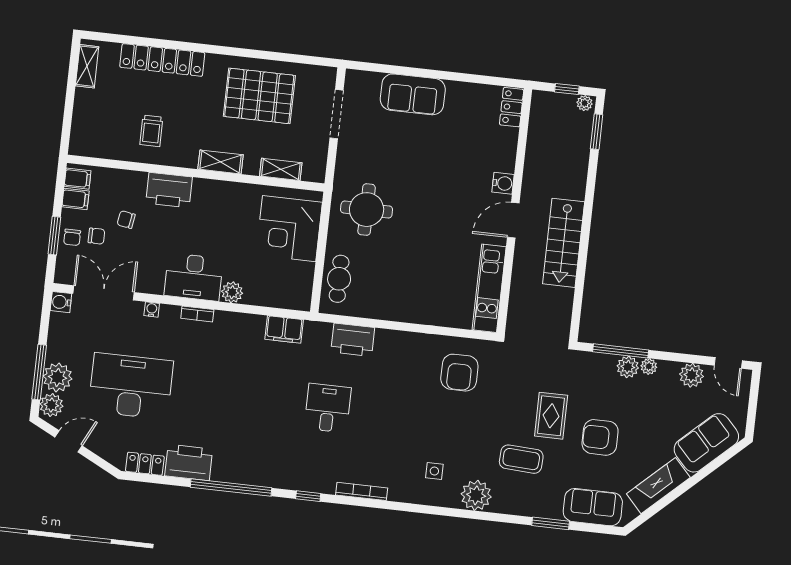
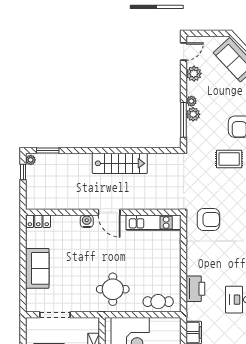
locker: (512, 107) -> (38, 221), moved
water cooler: (503, 183) -> (87, 221), moved
wall: (514, 211) -> (103, 212), moved
door: (513, 220) -> (109, 212), moved
kitchen unit: (489, 288) -> (154, 223), moved

